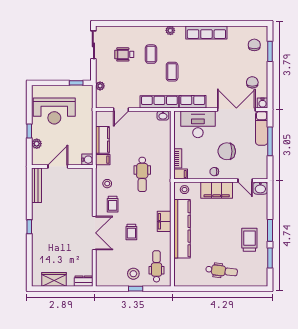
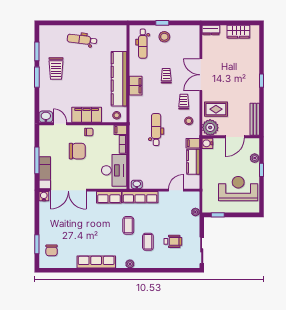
chair: (252, 82) -> (53, 215), removed
desk: (198, 124) -> (114, 170), moved, turned -90
plant: (84, 177) -> (210, 127), added
rug: (78, 196) -> (216, 109), added

